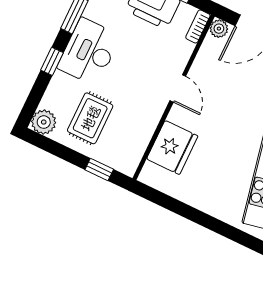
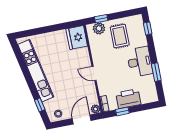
window: (52, 61) -> (148, 28), moved
plant: (44, 122) -> (99, 28), moved
fridge: (172, 147) -> (77, 37), moved

